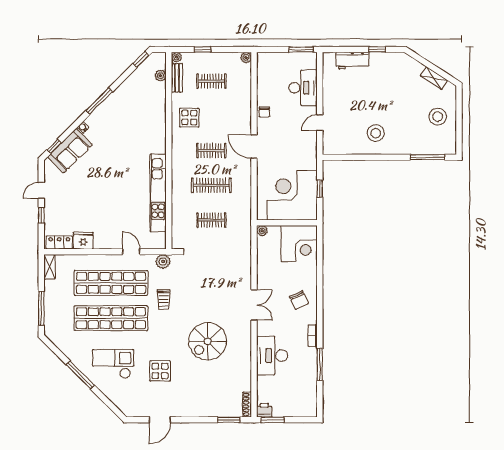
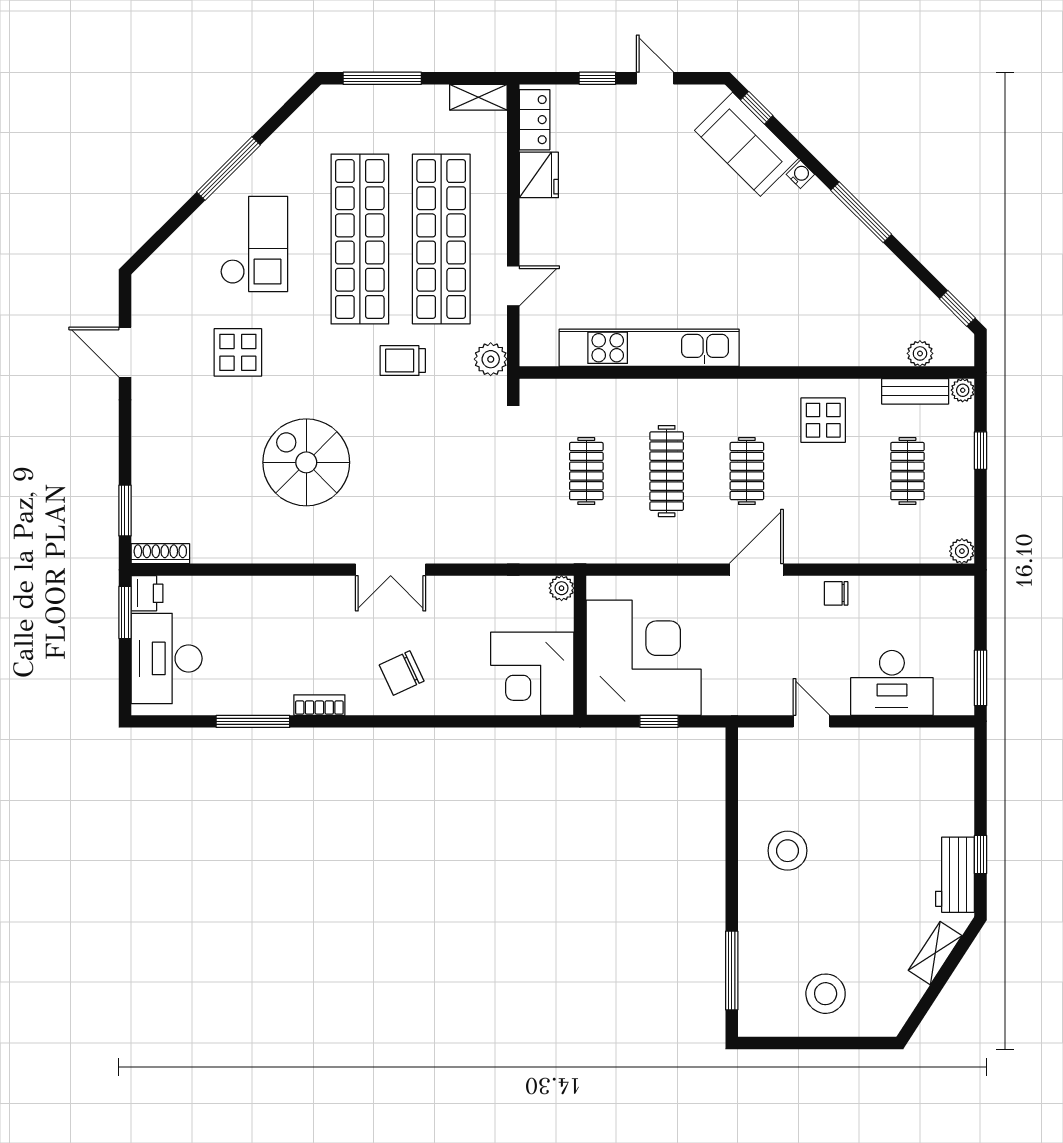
workbench: (352, 61) -> (955, 875), moved
shelving: (434, 78) -> (935, 953), moved
desk: (272, 356) -> (167, 658), moved, turned -90

